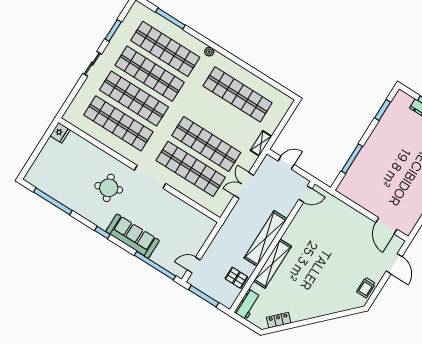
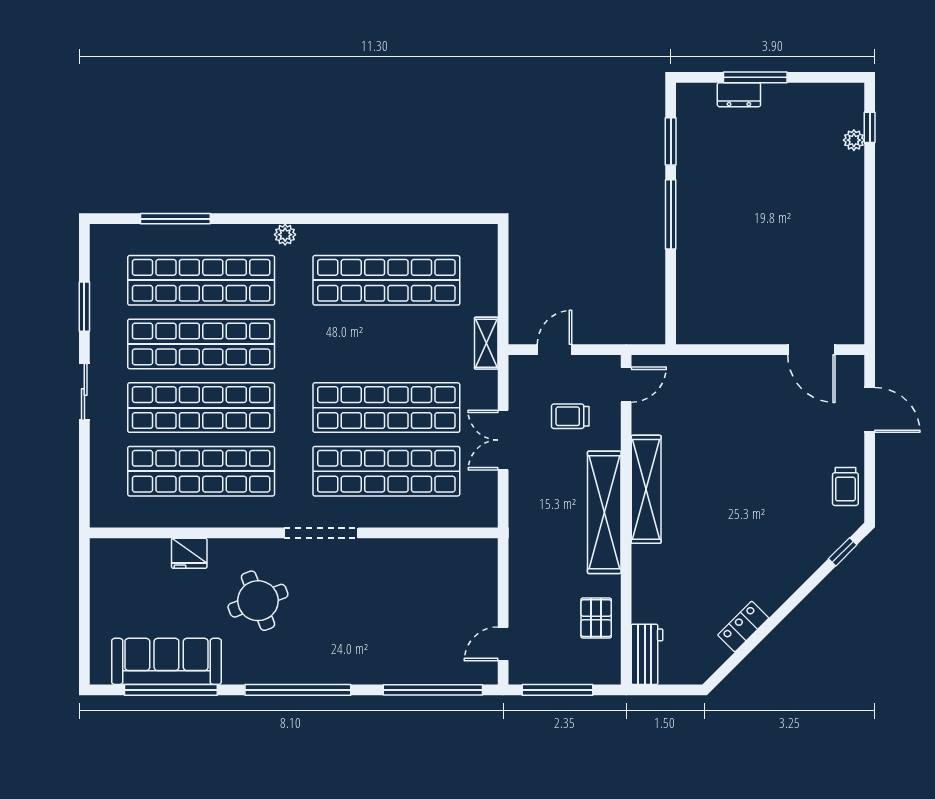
fridge: (60, 133) -> (189, 553), moved, turned 90
window: (352, 159) -> (671, 214), moved
trolley: (276, 193) -> (570, 416), added
window: (102, 232) -> (298, 690), width x3.17
sofa: (133, 236) -> (166, 661), moved
shelving: (273, 264) -> (646, 489), moved
pallet: (236, 278) -> (596, 618), turned 90
window: (349, 312) -> (843, 552), added
locker: (279, 320) -> (743, 627), moved

